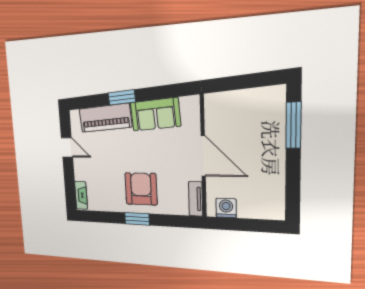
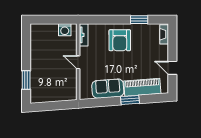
window: (293, 125) -> (26, 80), width x0.69
door: (203, 156) -> (78, 62), width x0.53
window: (137, 219) -> (139, 20), moved

